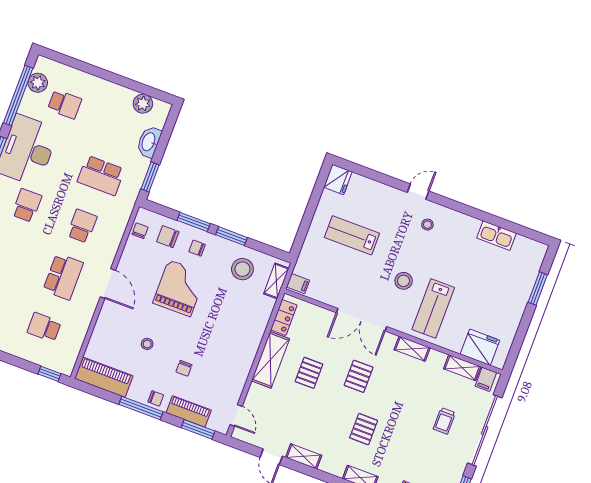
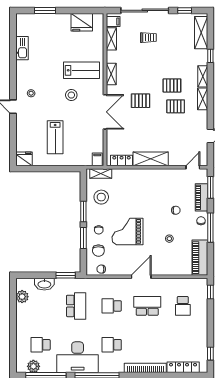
school desk: (65, 104) -> (41, 345), turned -90
fridge: (480, 347) -> (82, 22), moved, turned -90
pallet: (309, 373) -> (176, 106), moved
shelving: (304, 456) -> (203, 99), moved

